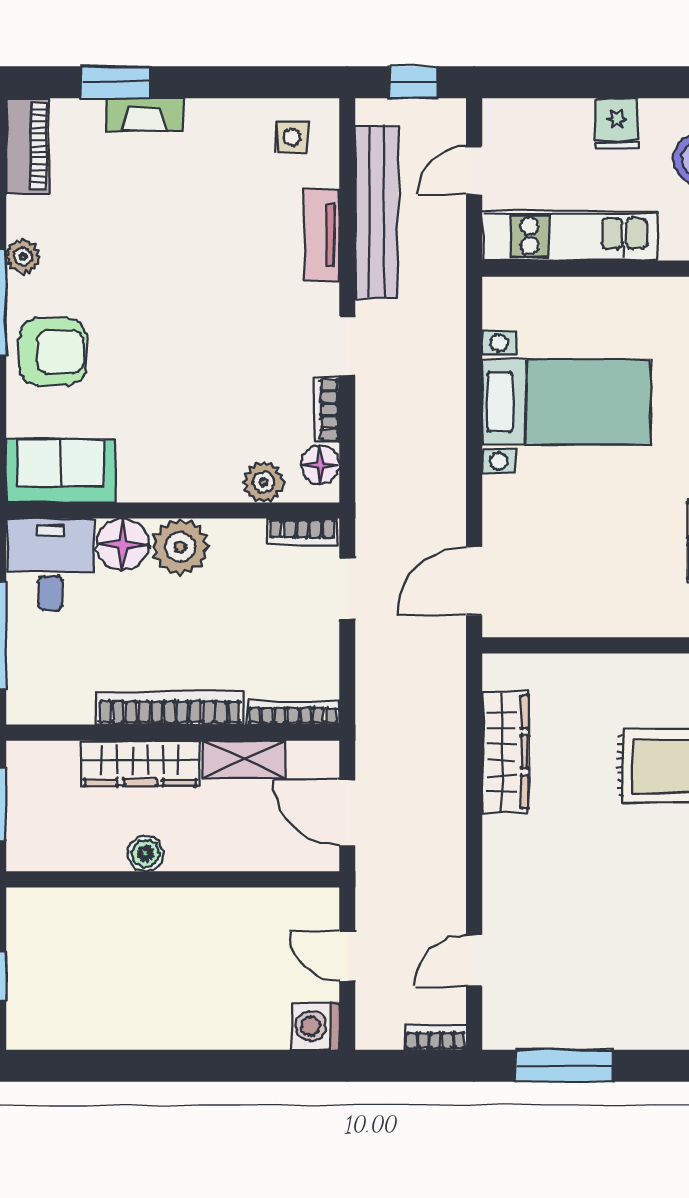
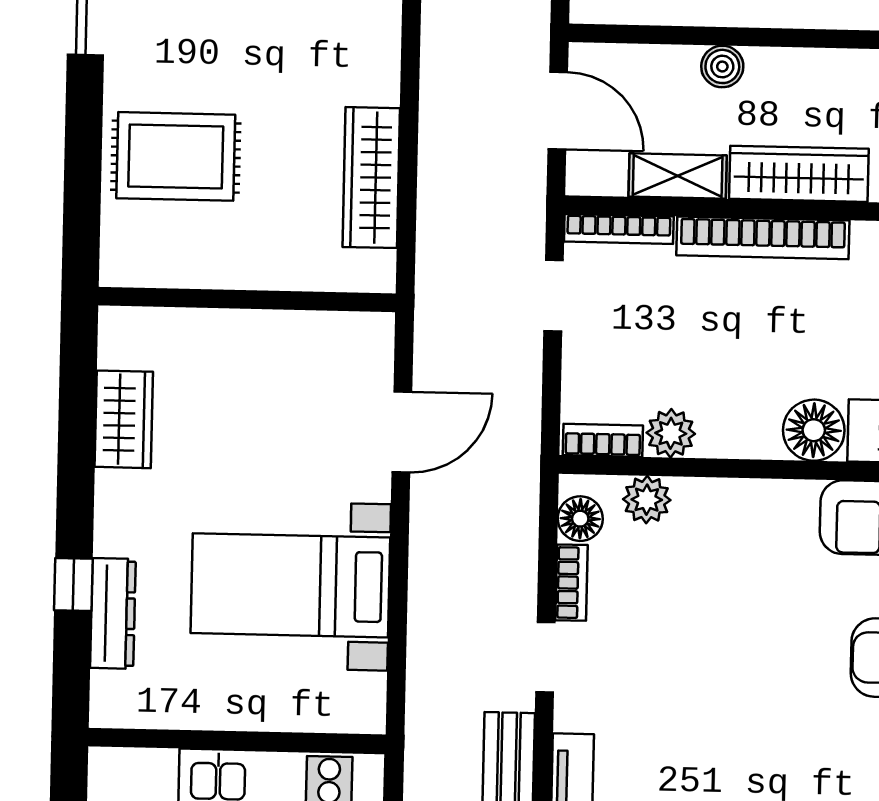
plant: (180, 547) -> (671, 433), moved, width x0.73, depth x0.73
door: (474, 581) -> (402, 432), moved
doorway: (347, 589) -> (554, 296), moved
boiler: (146, 854) -> (722, 66), moved

